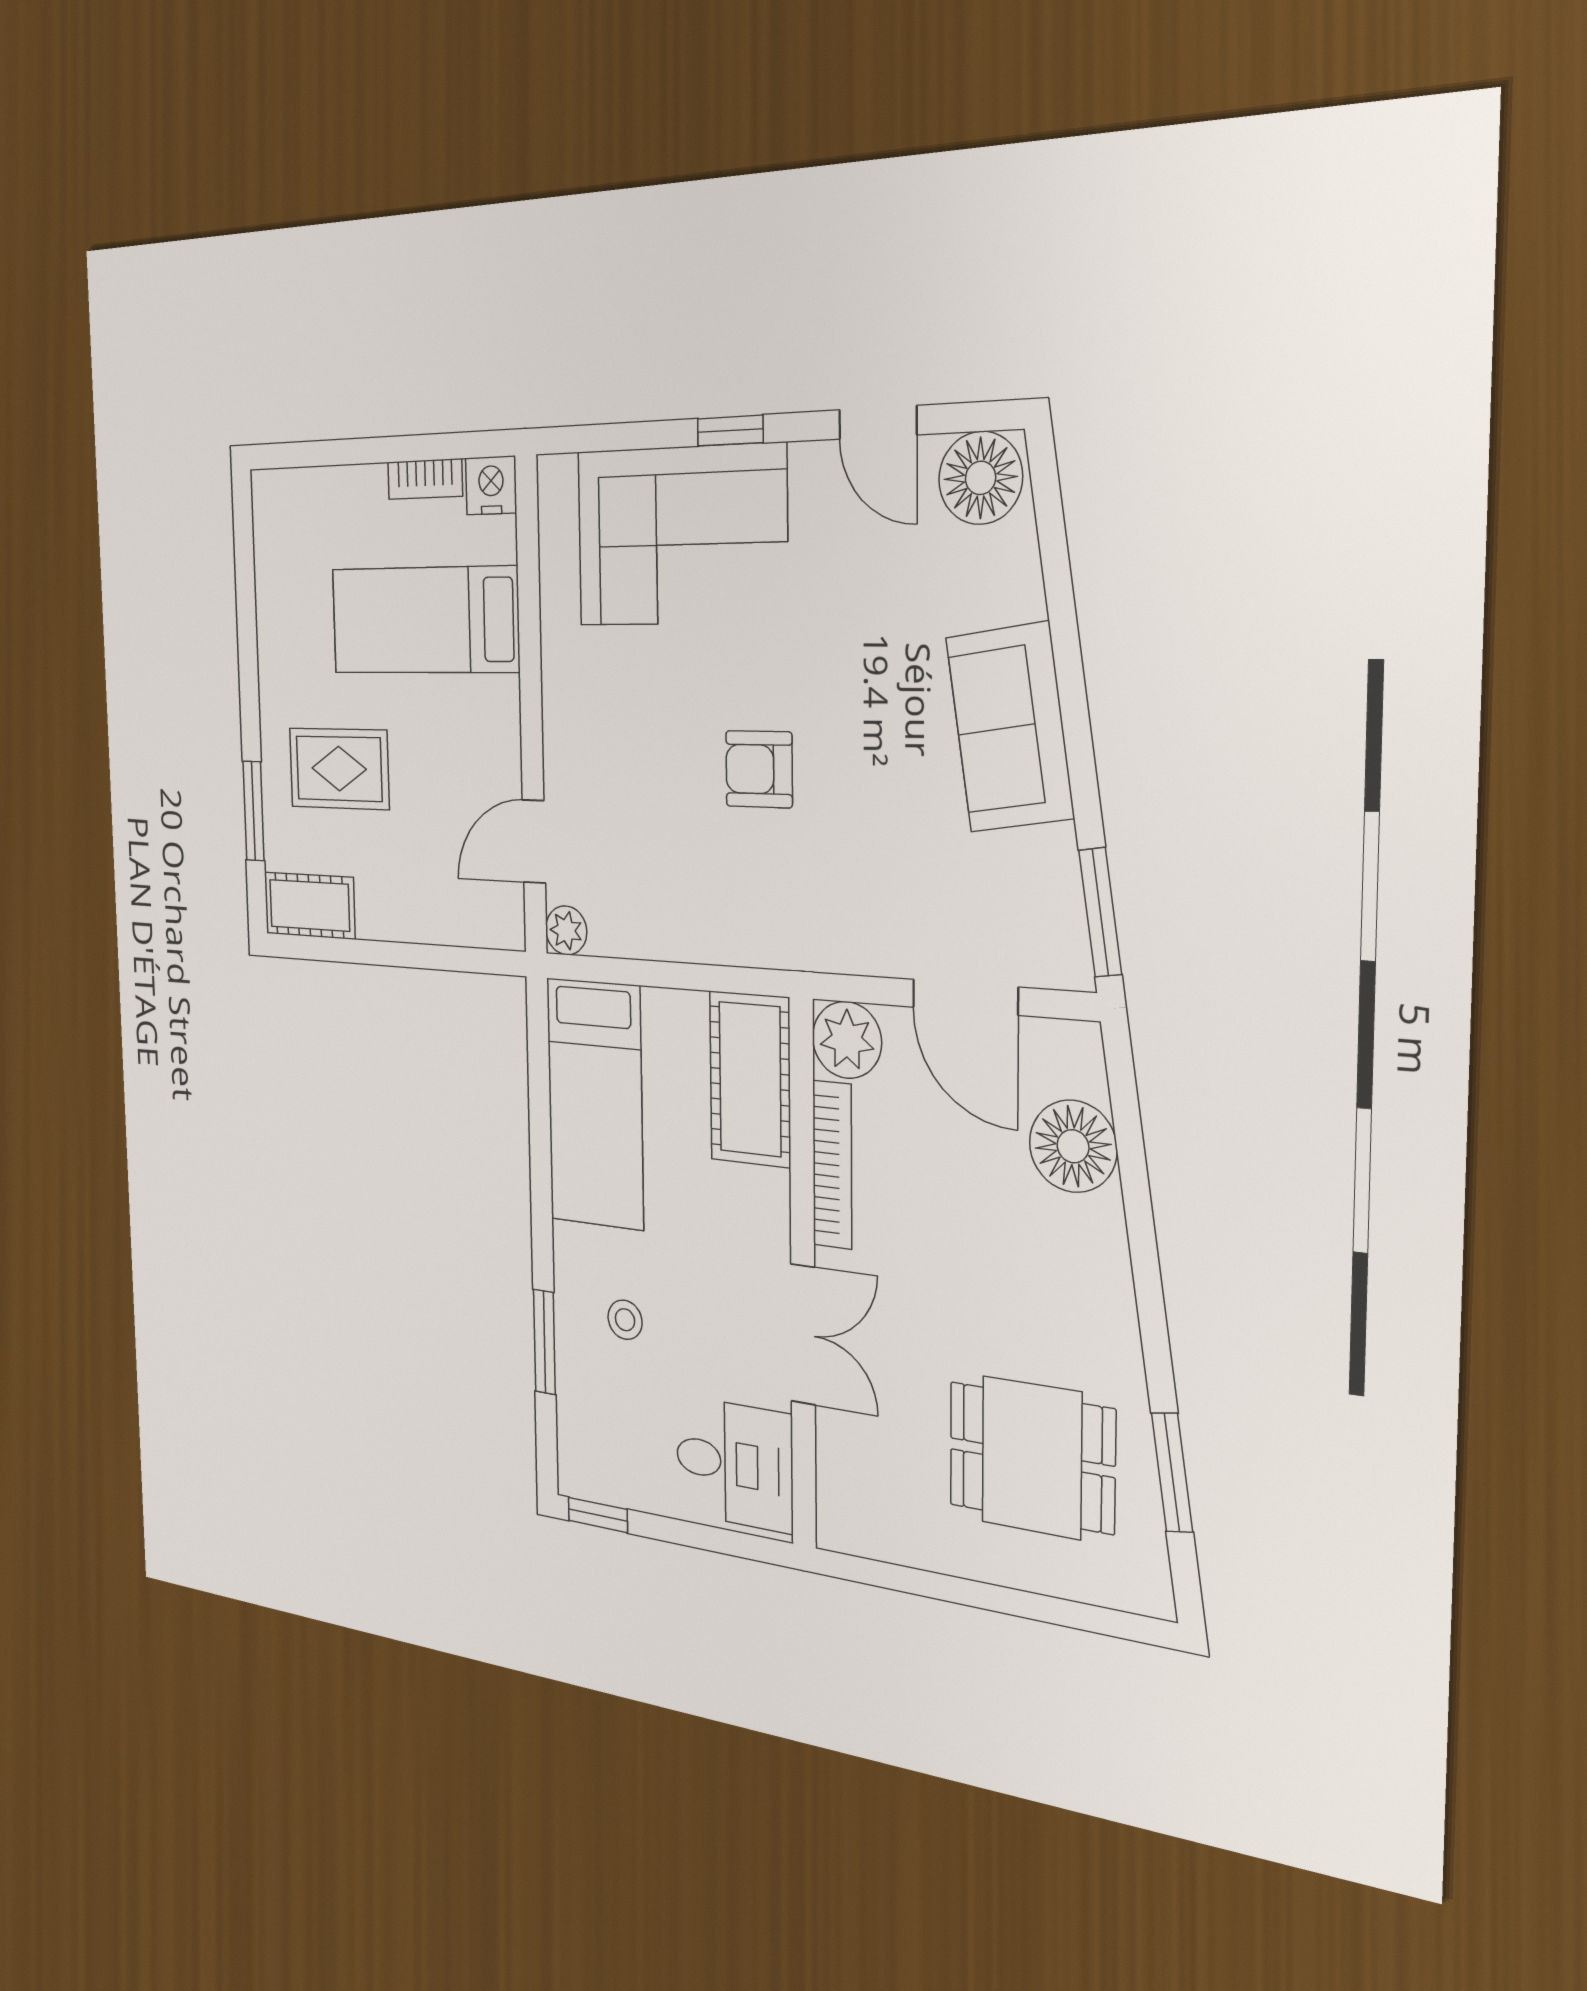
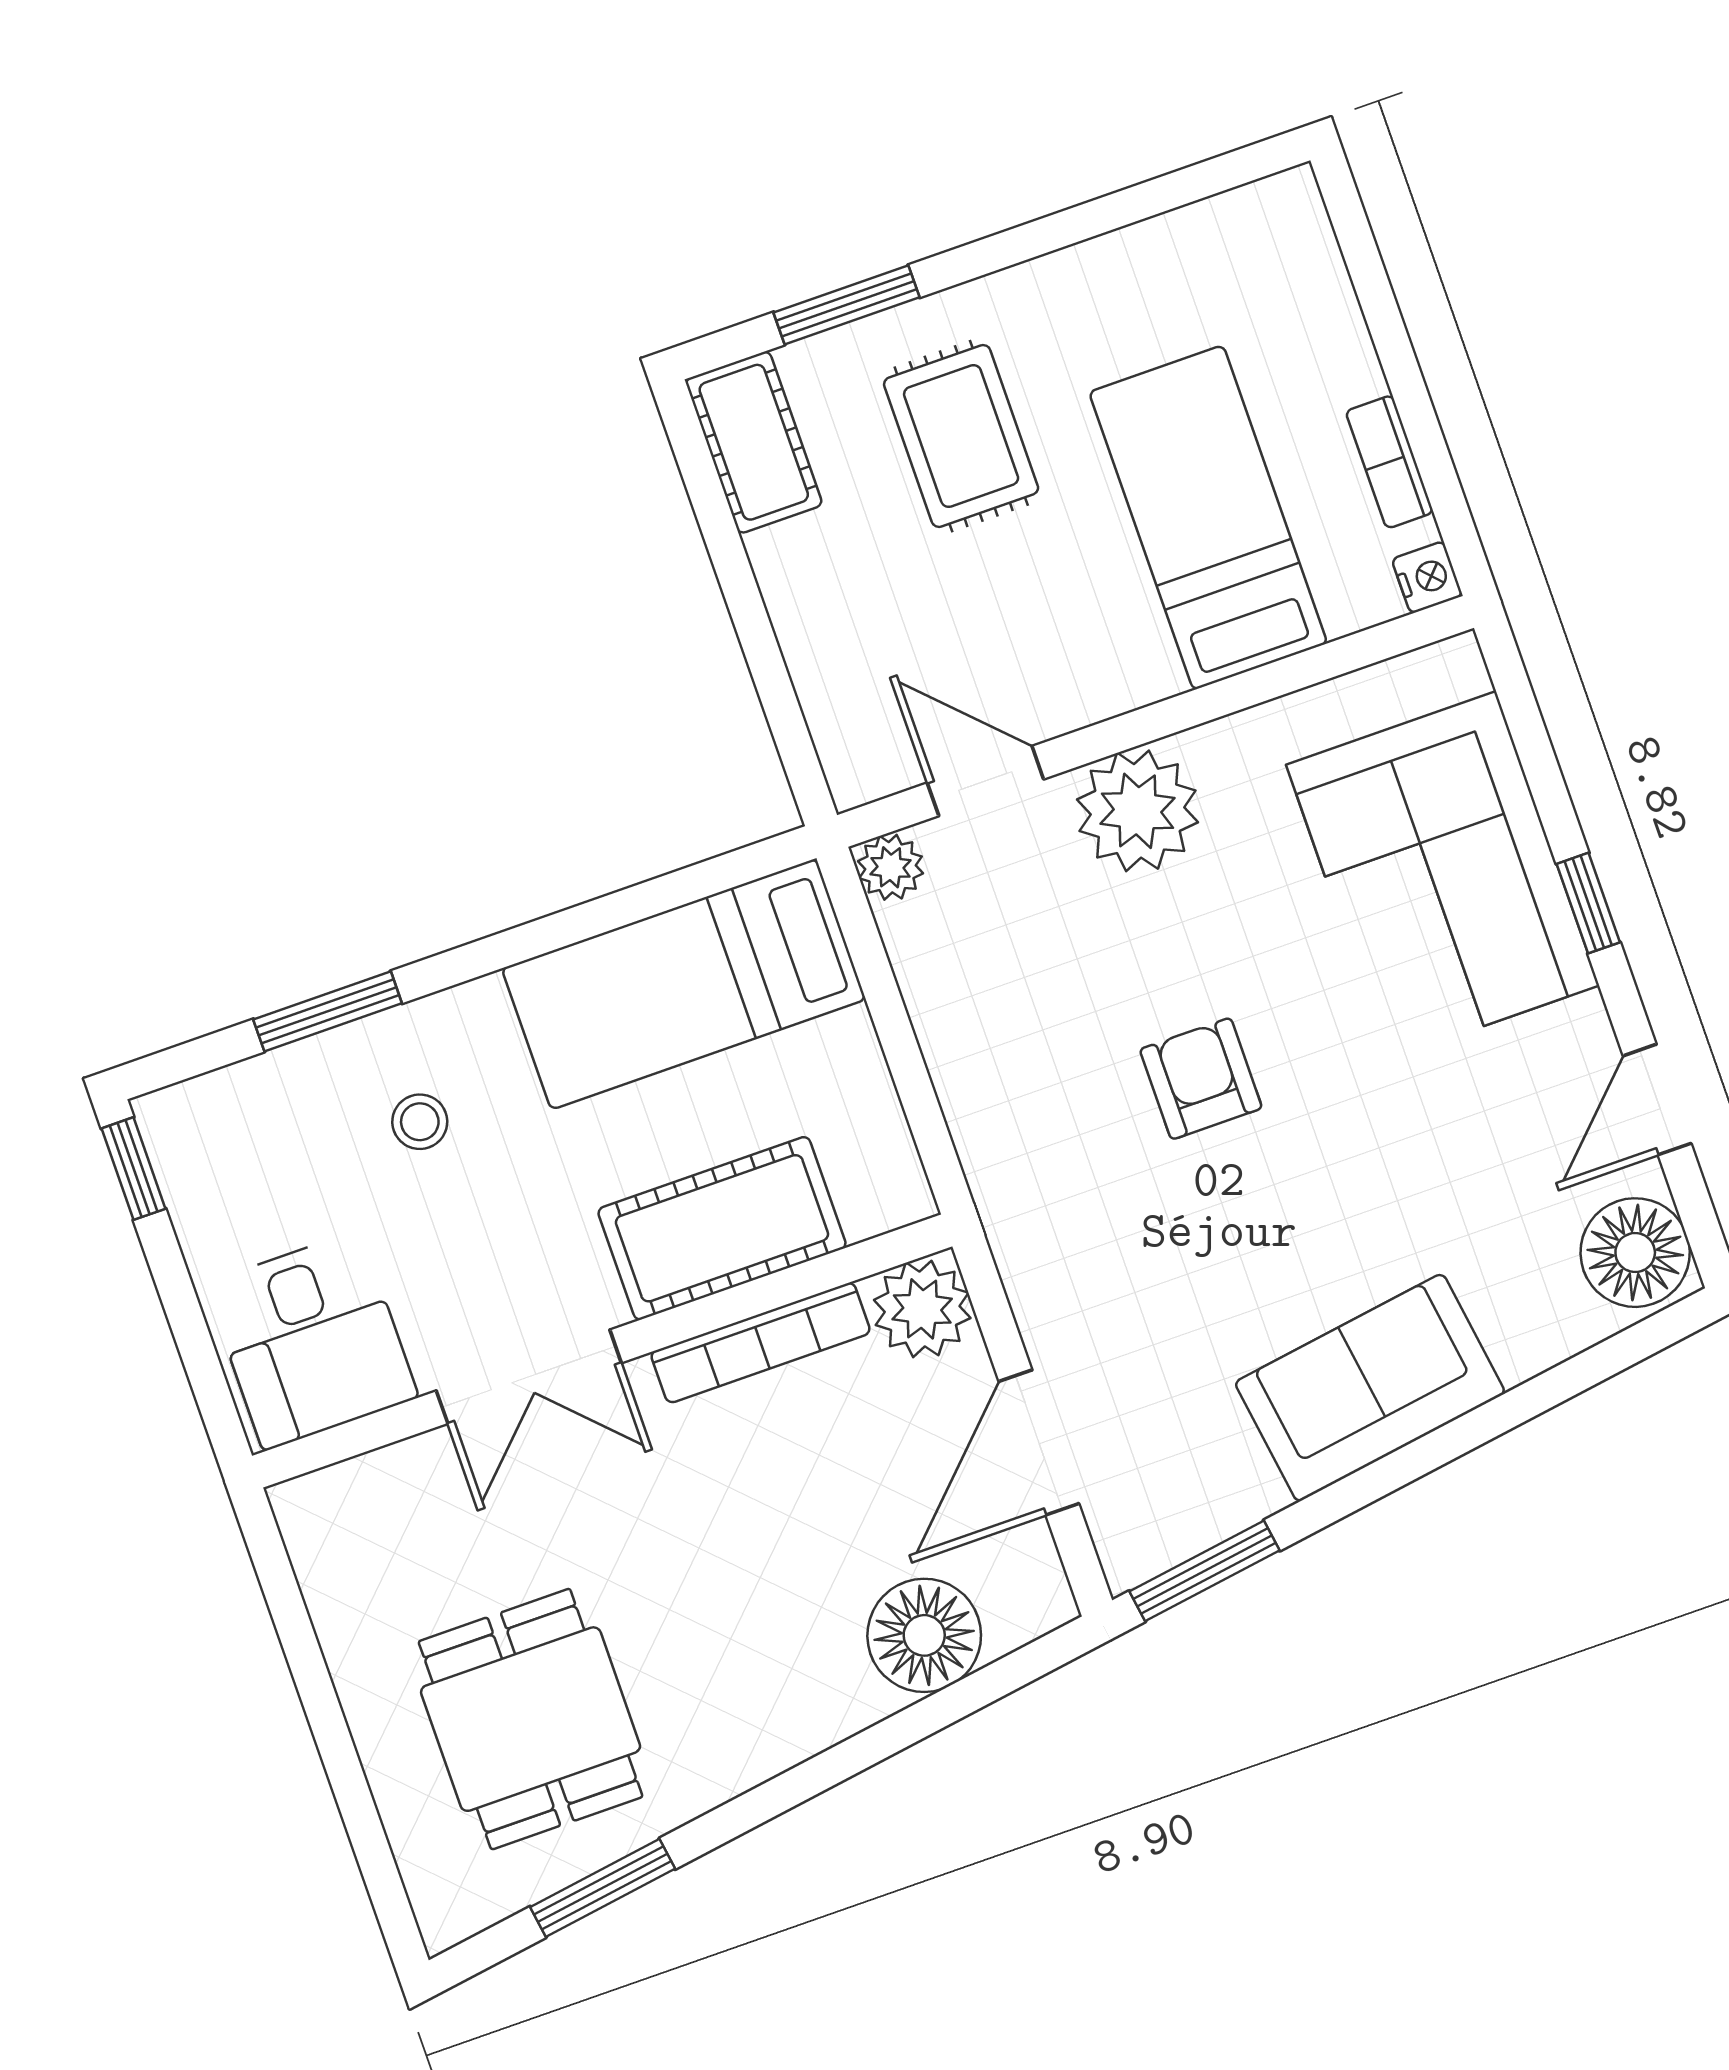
nightstand: (491, 485) -> (1427, 577), width x0.72, depth x0.74
plant: (580, 743) -> (1138, 811), added
cot: (750, 1079) -> (722, 1228), moved

